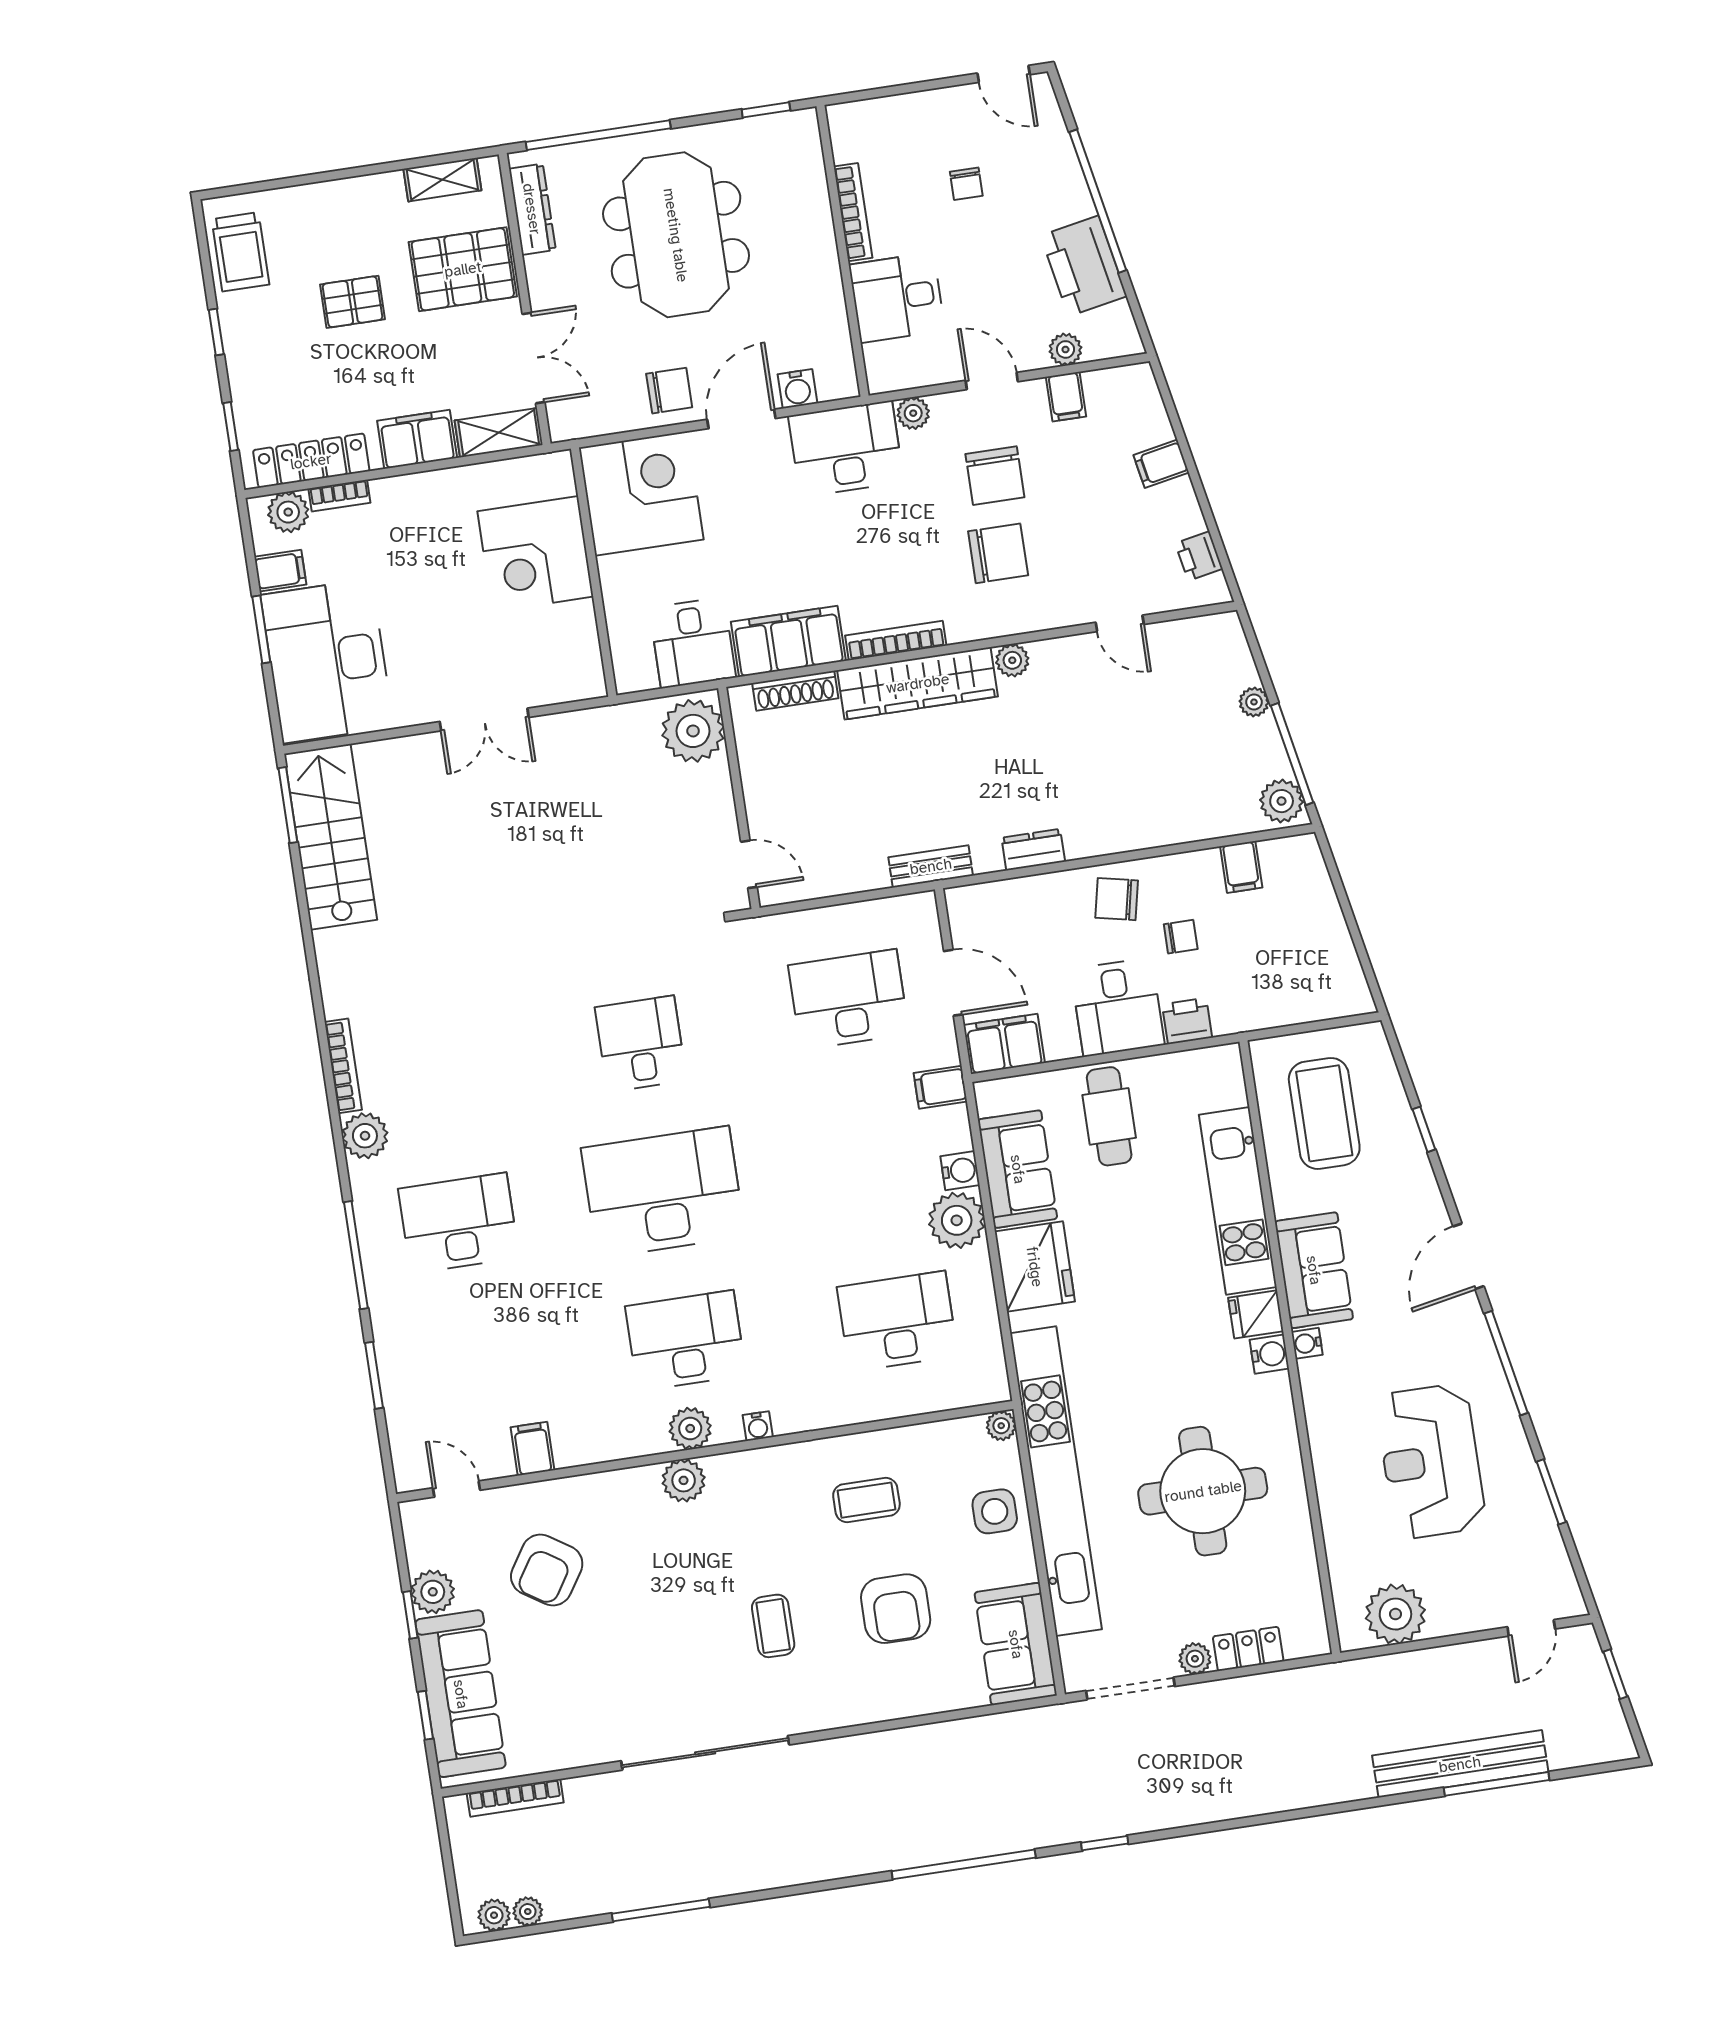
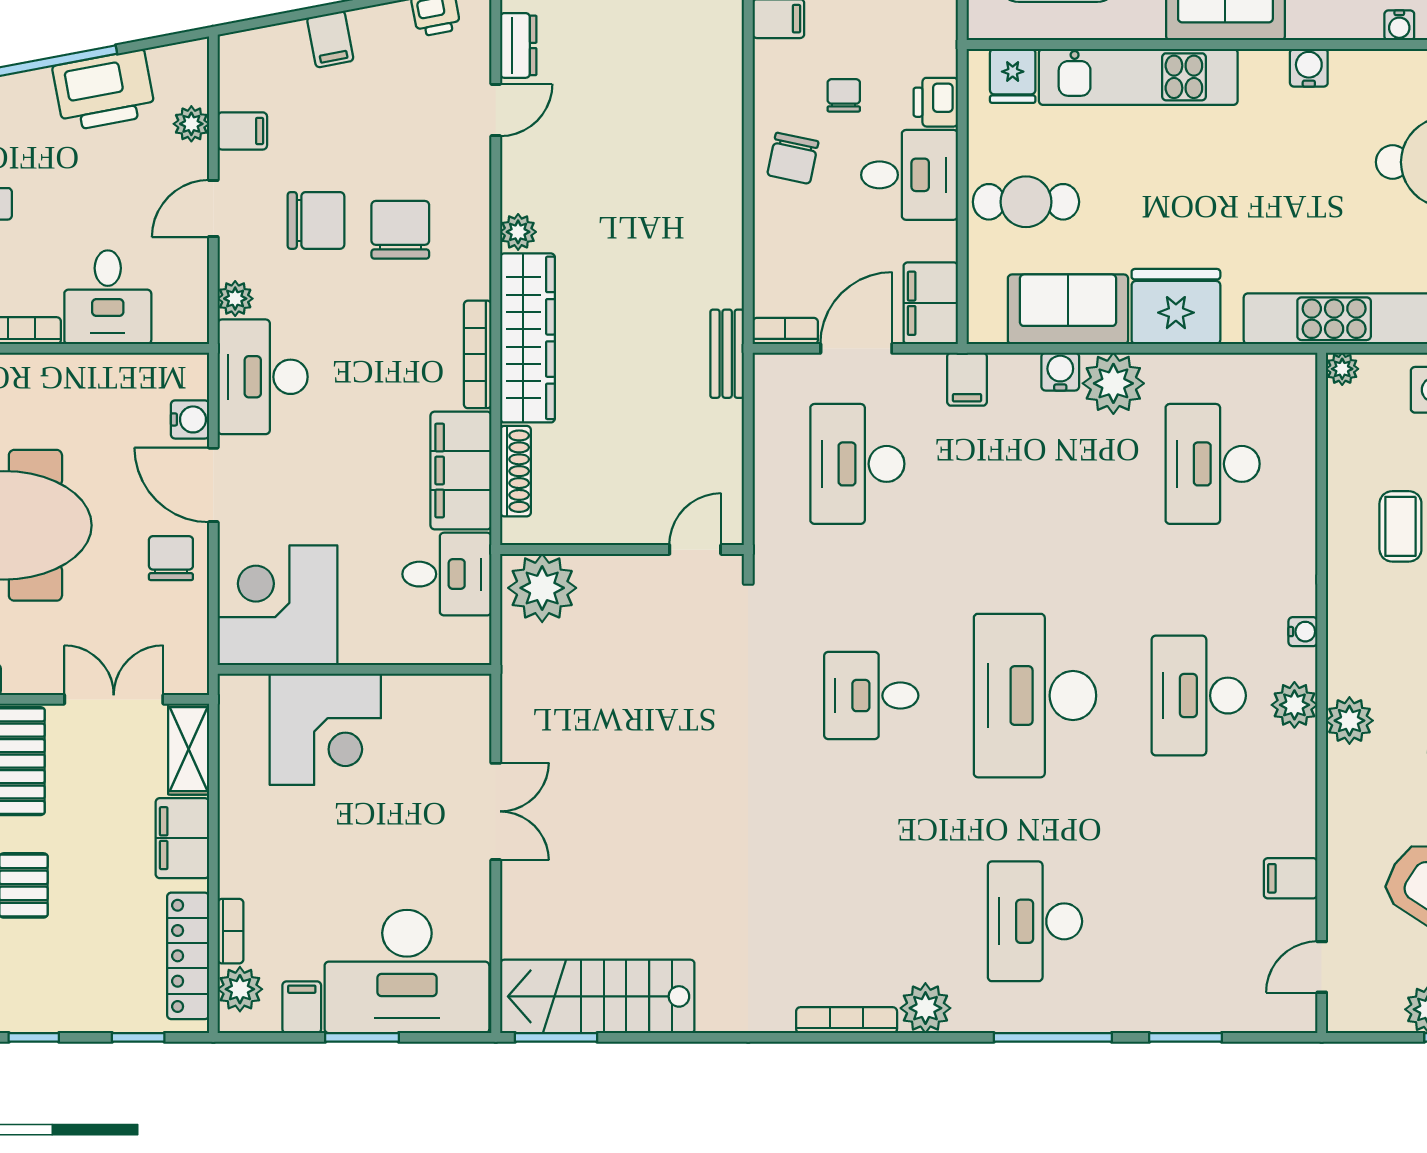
dresser: (1033, 850) -> (518, 45), moved, turned 180
bookcase: (959, 916) -> (785, 331), added
fridge: (1256, 1314) -> (1013, 76), moved
water cooler: (1307, 1343) -> (1399, 25), moved

